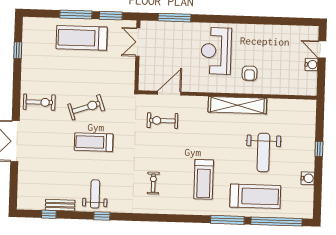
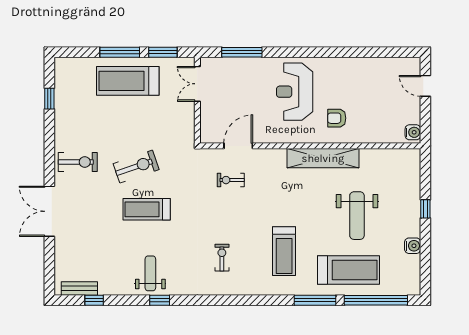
water cooler: (311, 65) -> (413, 132), moved
armchair: (250, 73) -> (337, 118), turned 90
exercise bike: (162, 121) -> (231, 180), width x0.73, depth x0.72
bench: (60, 205) -> (79, 289), moved

